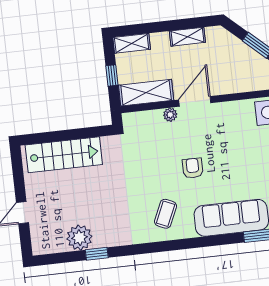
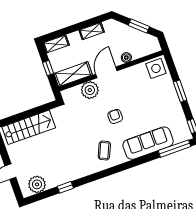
boiler: (229, 87) -> (126, 58), added
plant: (170, 115) -> (90, 90), width x1.87, depth x1.87
plant: (79, 238) -> (37, 184), moved

